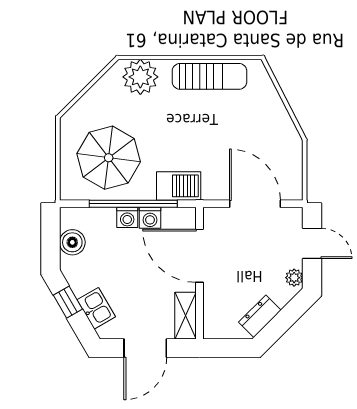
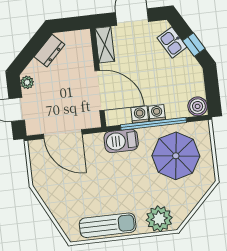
sun lounger: (209, 76) -> (108, 225), turned 180
boiler: (72, 242) -> (198, 106), moved

